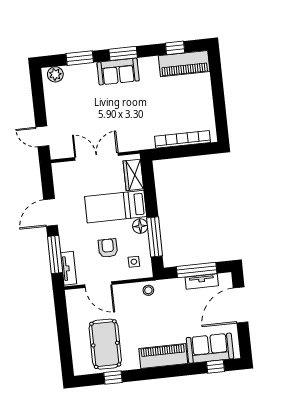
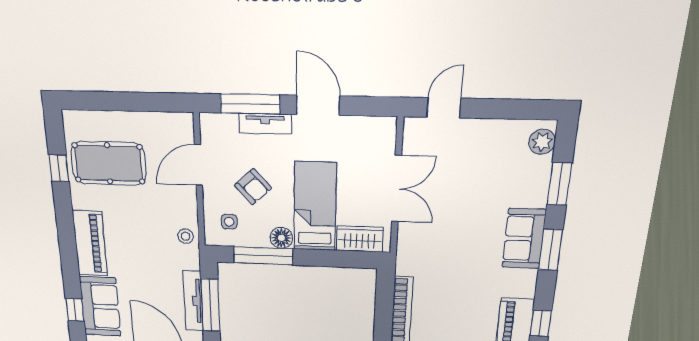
armchair: (108, 248) -> (253, 187), turned 47
tv unit: (69, 268) -> (265, 124), moved
tv unit: (202, 282) -> (193, 301), width x1.41

